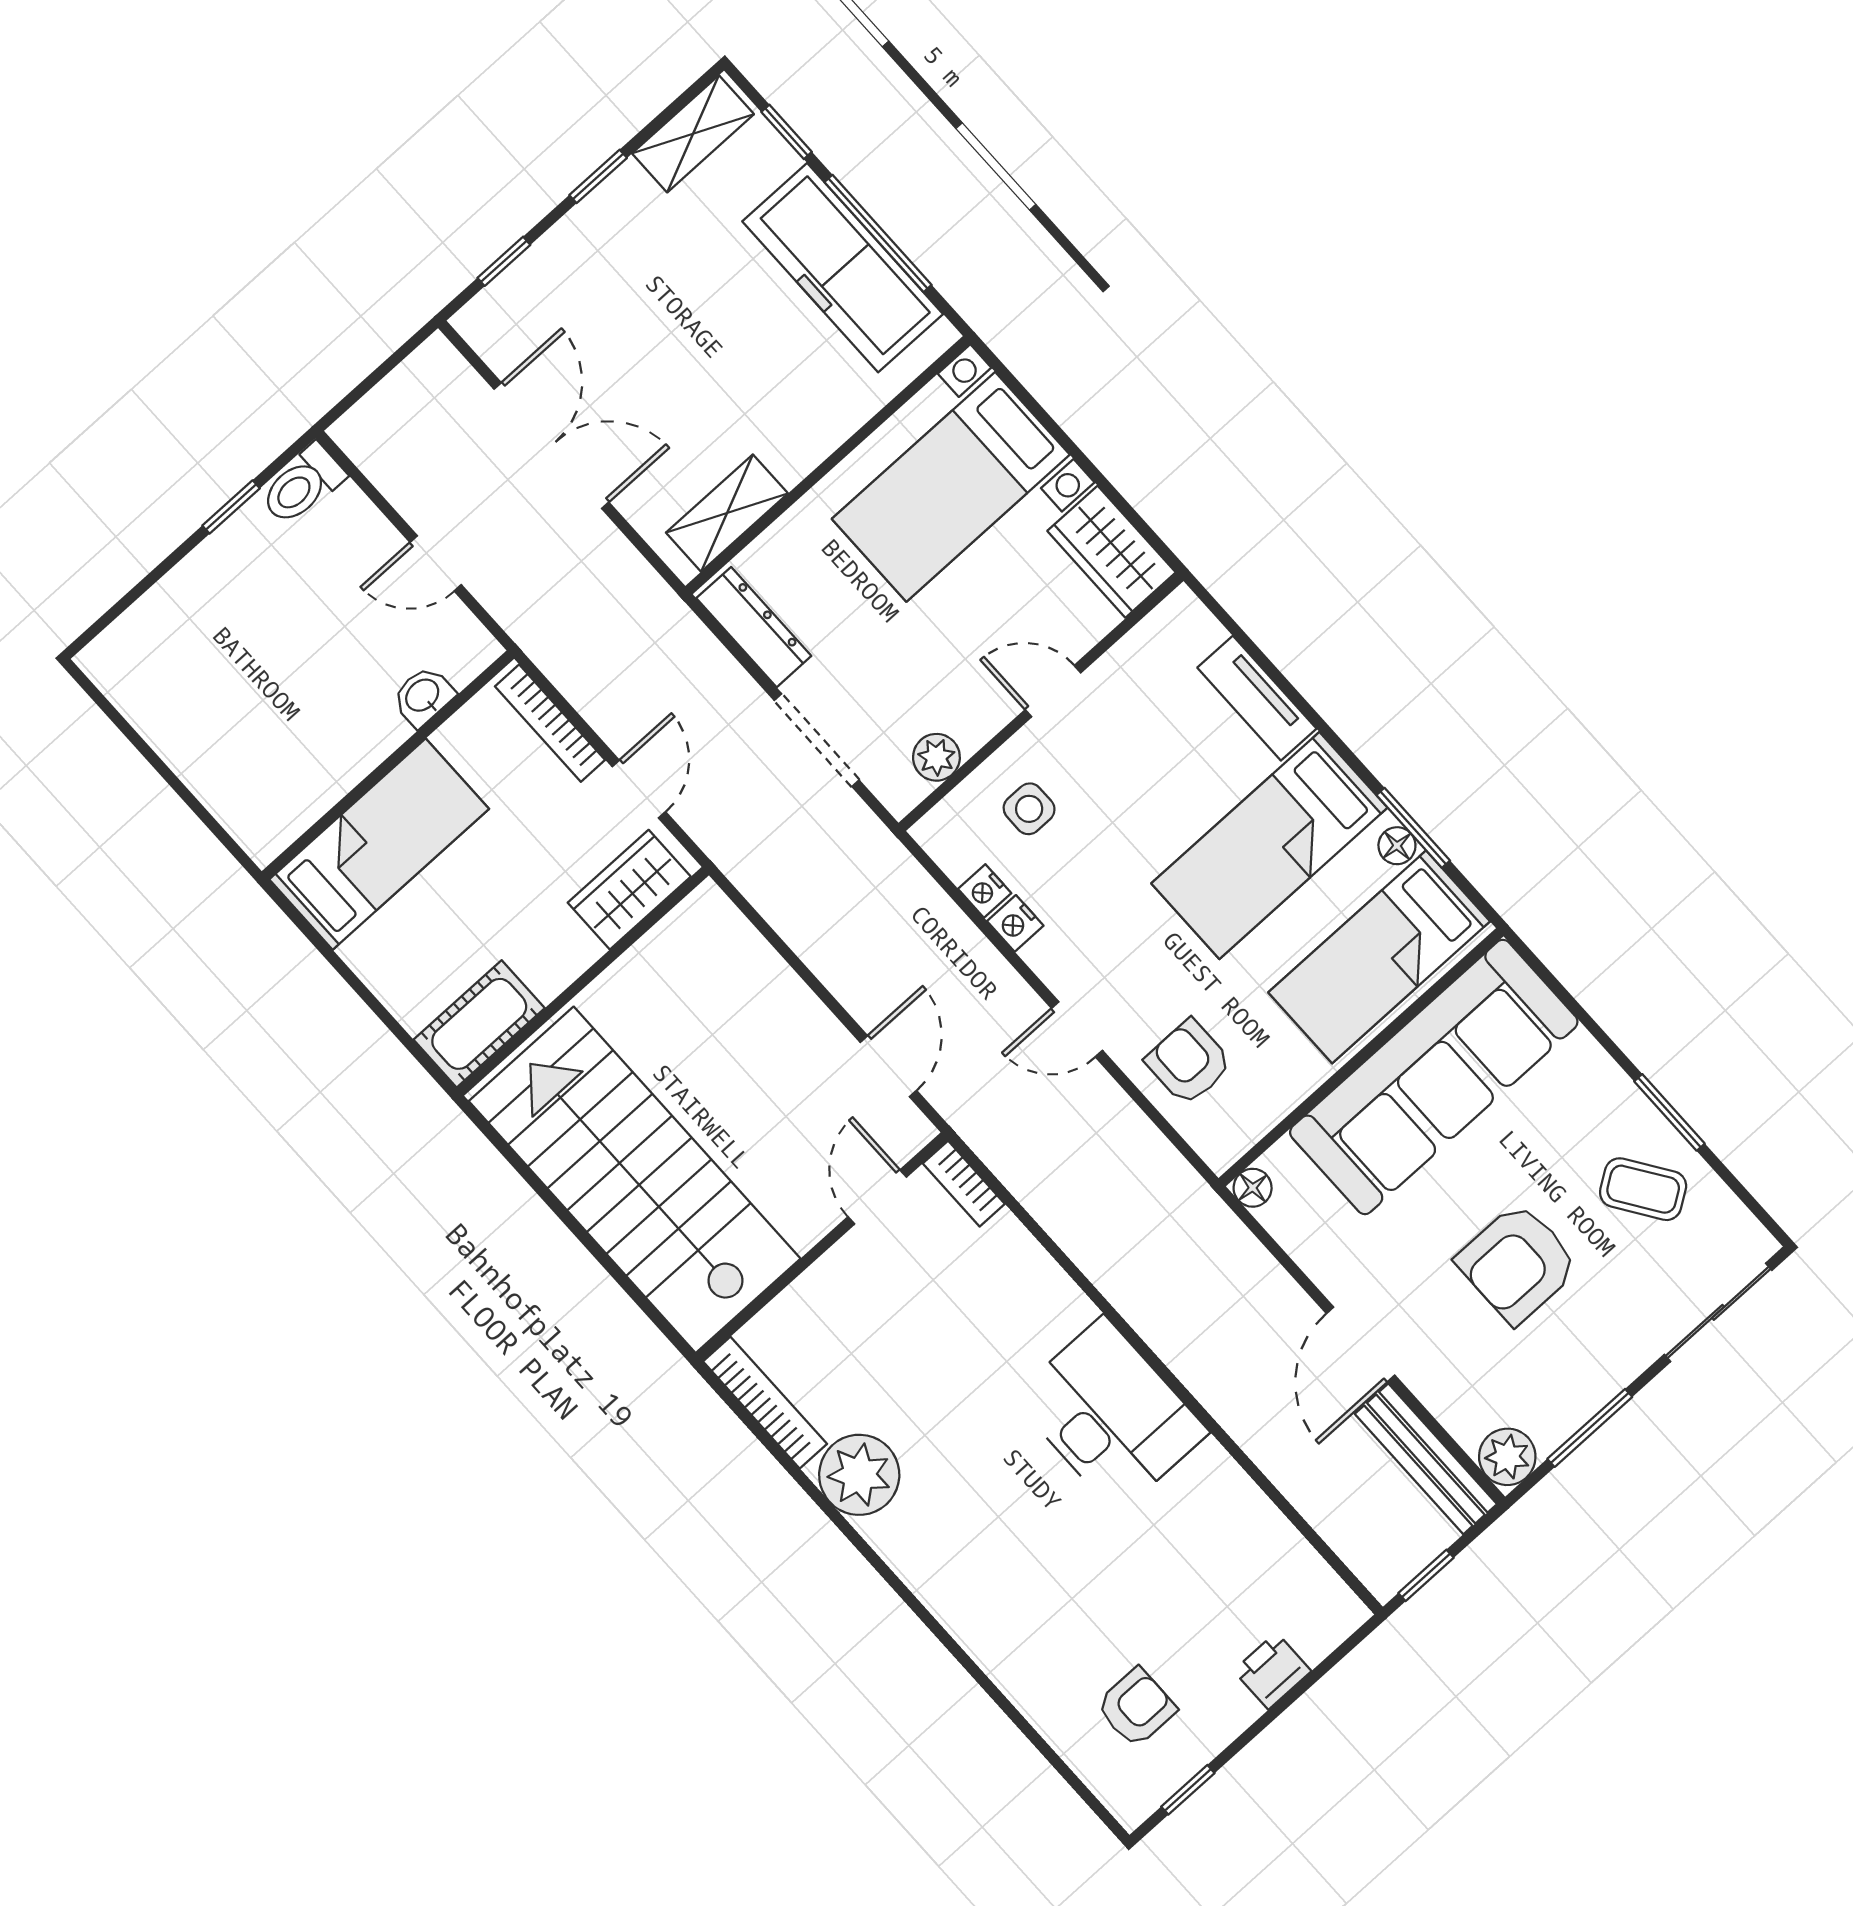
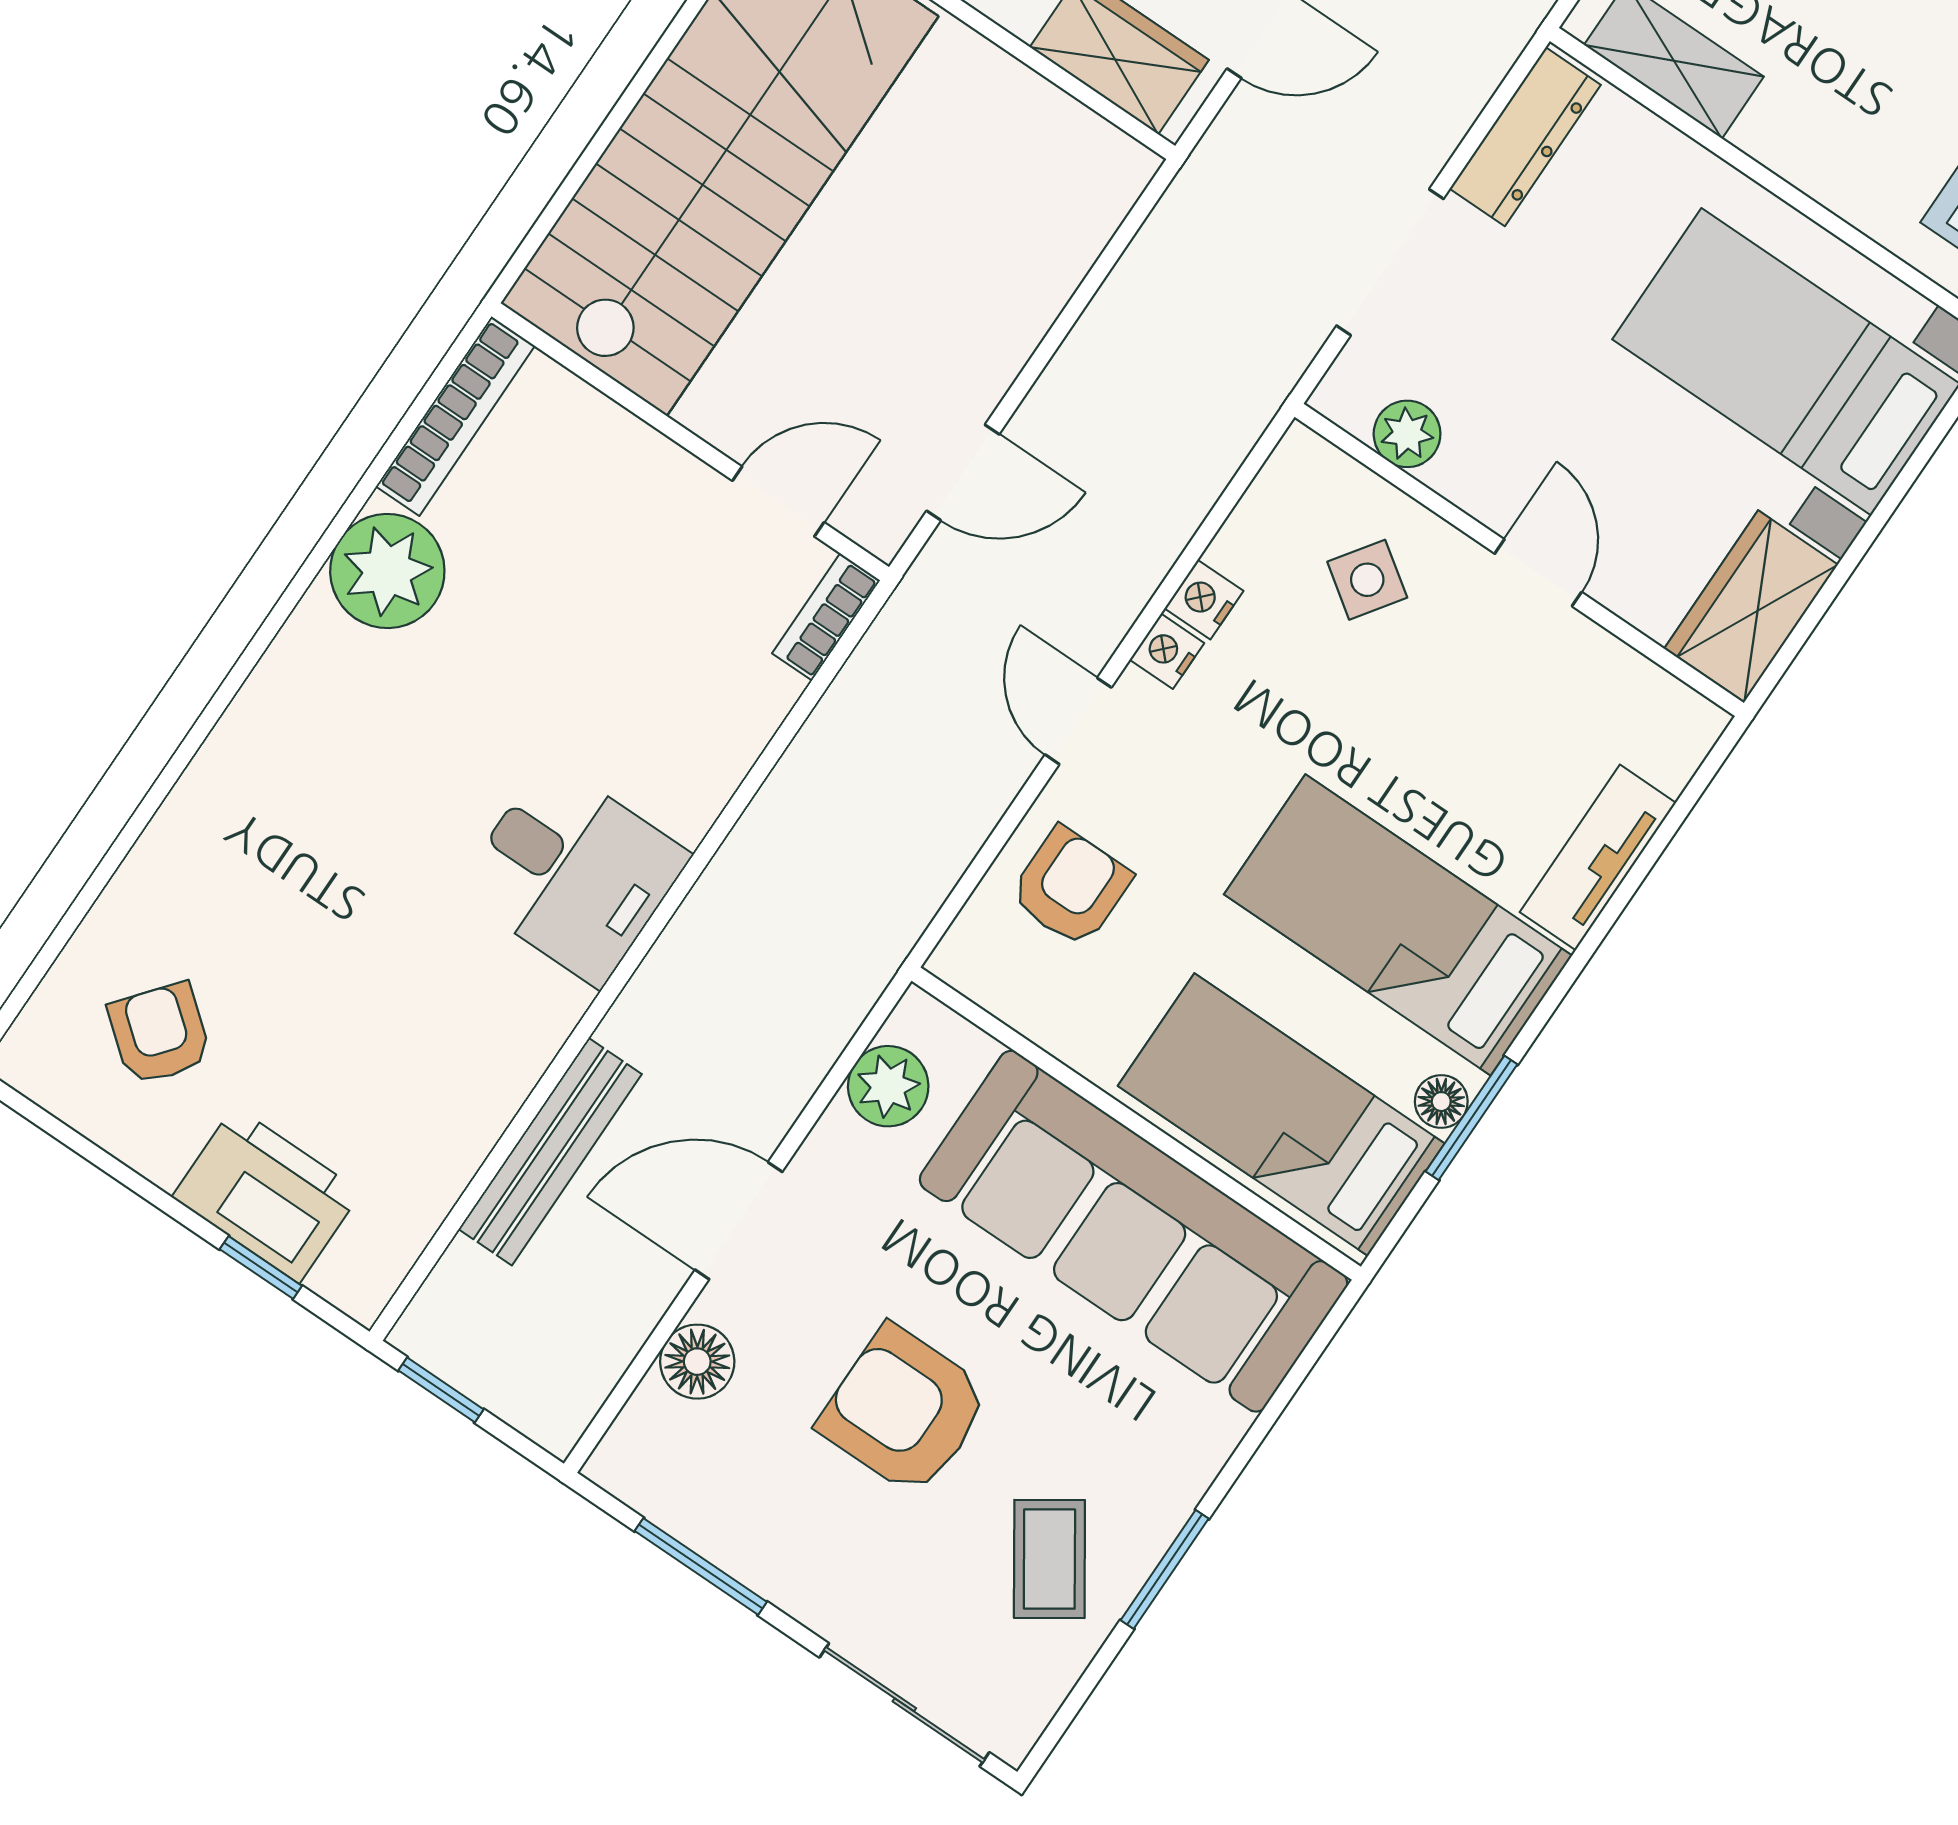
side table: (1029, 809) -> (1367, 580), turned 35
nightstand: (985, 891) -> (1167, 651), moved
floor lamp: (1253, 1188) -> (697, 1362), moved, width x1.37, depth x1.37
desk: (1110, 1415) -> (573, 873), width x0.73
plant: (1507, 1457) -> (888, 1086), moved
bench: (1426, 1459) -> (550, 1152), moved
printer: (1272, 1671) -> (267, 1195), width x1.87, depth x1.48
armchair: (1136, 1707) -> (160, 1034), turned -141
window: (1188, 1790) -> (261, 1267), moved

